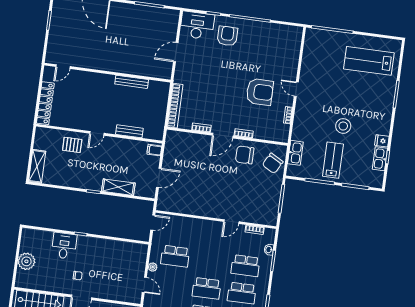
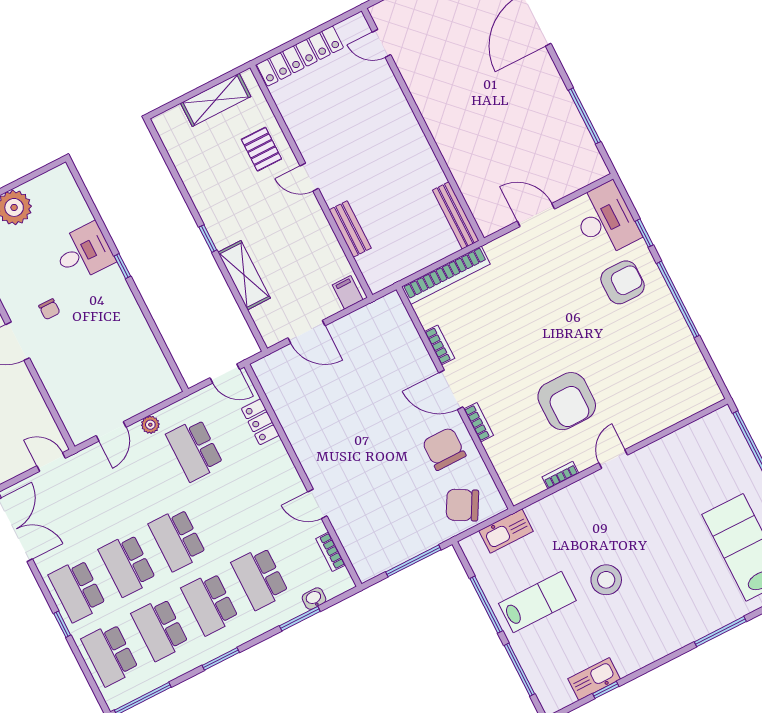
bench: (132, 82) -> (456, 215), moved
fridge: (382, 141) -> (626, 662), removed
shelving: (37, 166) -> (216, 100), moved
locker: (182, 222) -> (260, 422), added

